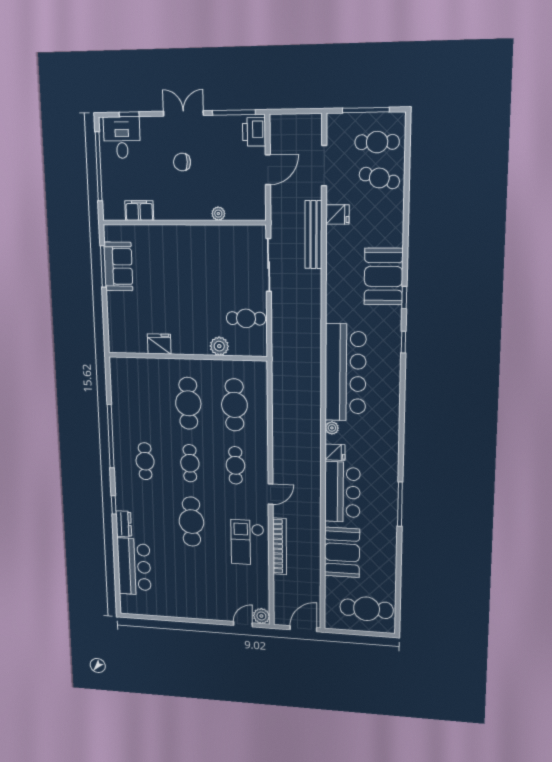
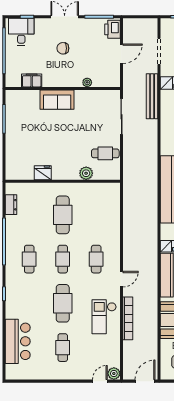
sofa: (118, 266) -> (57, 100), moved, turned 90
cafe table: (234, 405) -> (63, 348), moved, width x0.73, depth x0.74
plant: (332, 428) -> (165, 229), removed
dresser: (124, 524) -> (11, 205), moved

